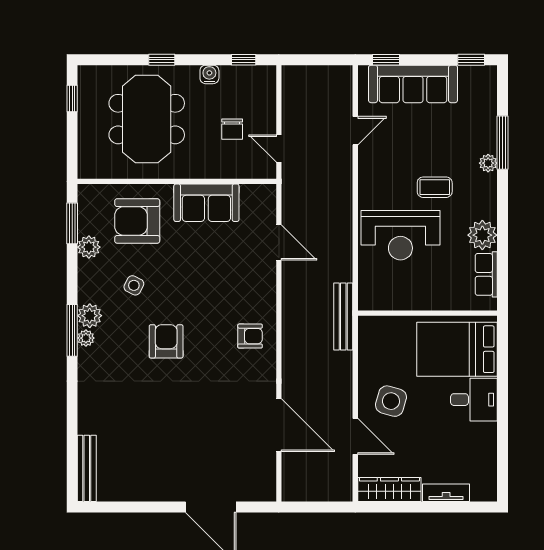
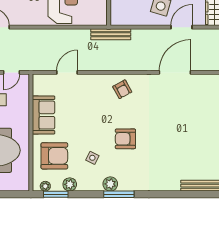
armchair: (137, 221) -> (54, 156), turned -90
armchair: (250, 336) -> (122, 89), turned 151
plant: (86, 338) -> (45, 186), moved

